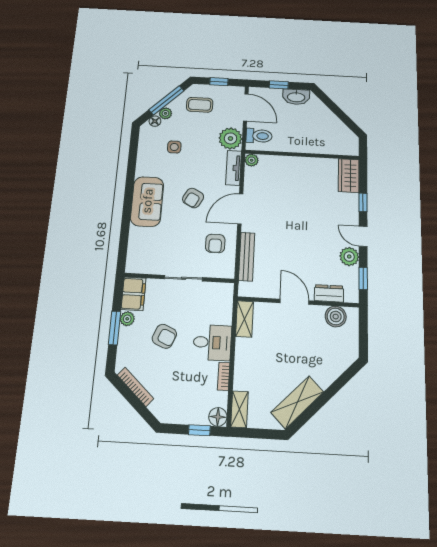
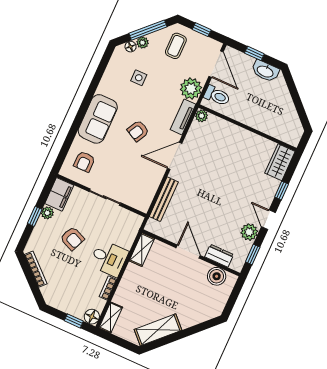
coffee table: (200, 105) -> (176, 46), turned 90
armchair: (215, 243) -> (84, 162), moved
window: (115, 328) -> (35, 216), width x0.67

